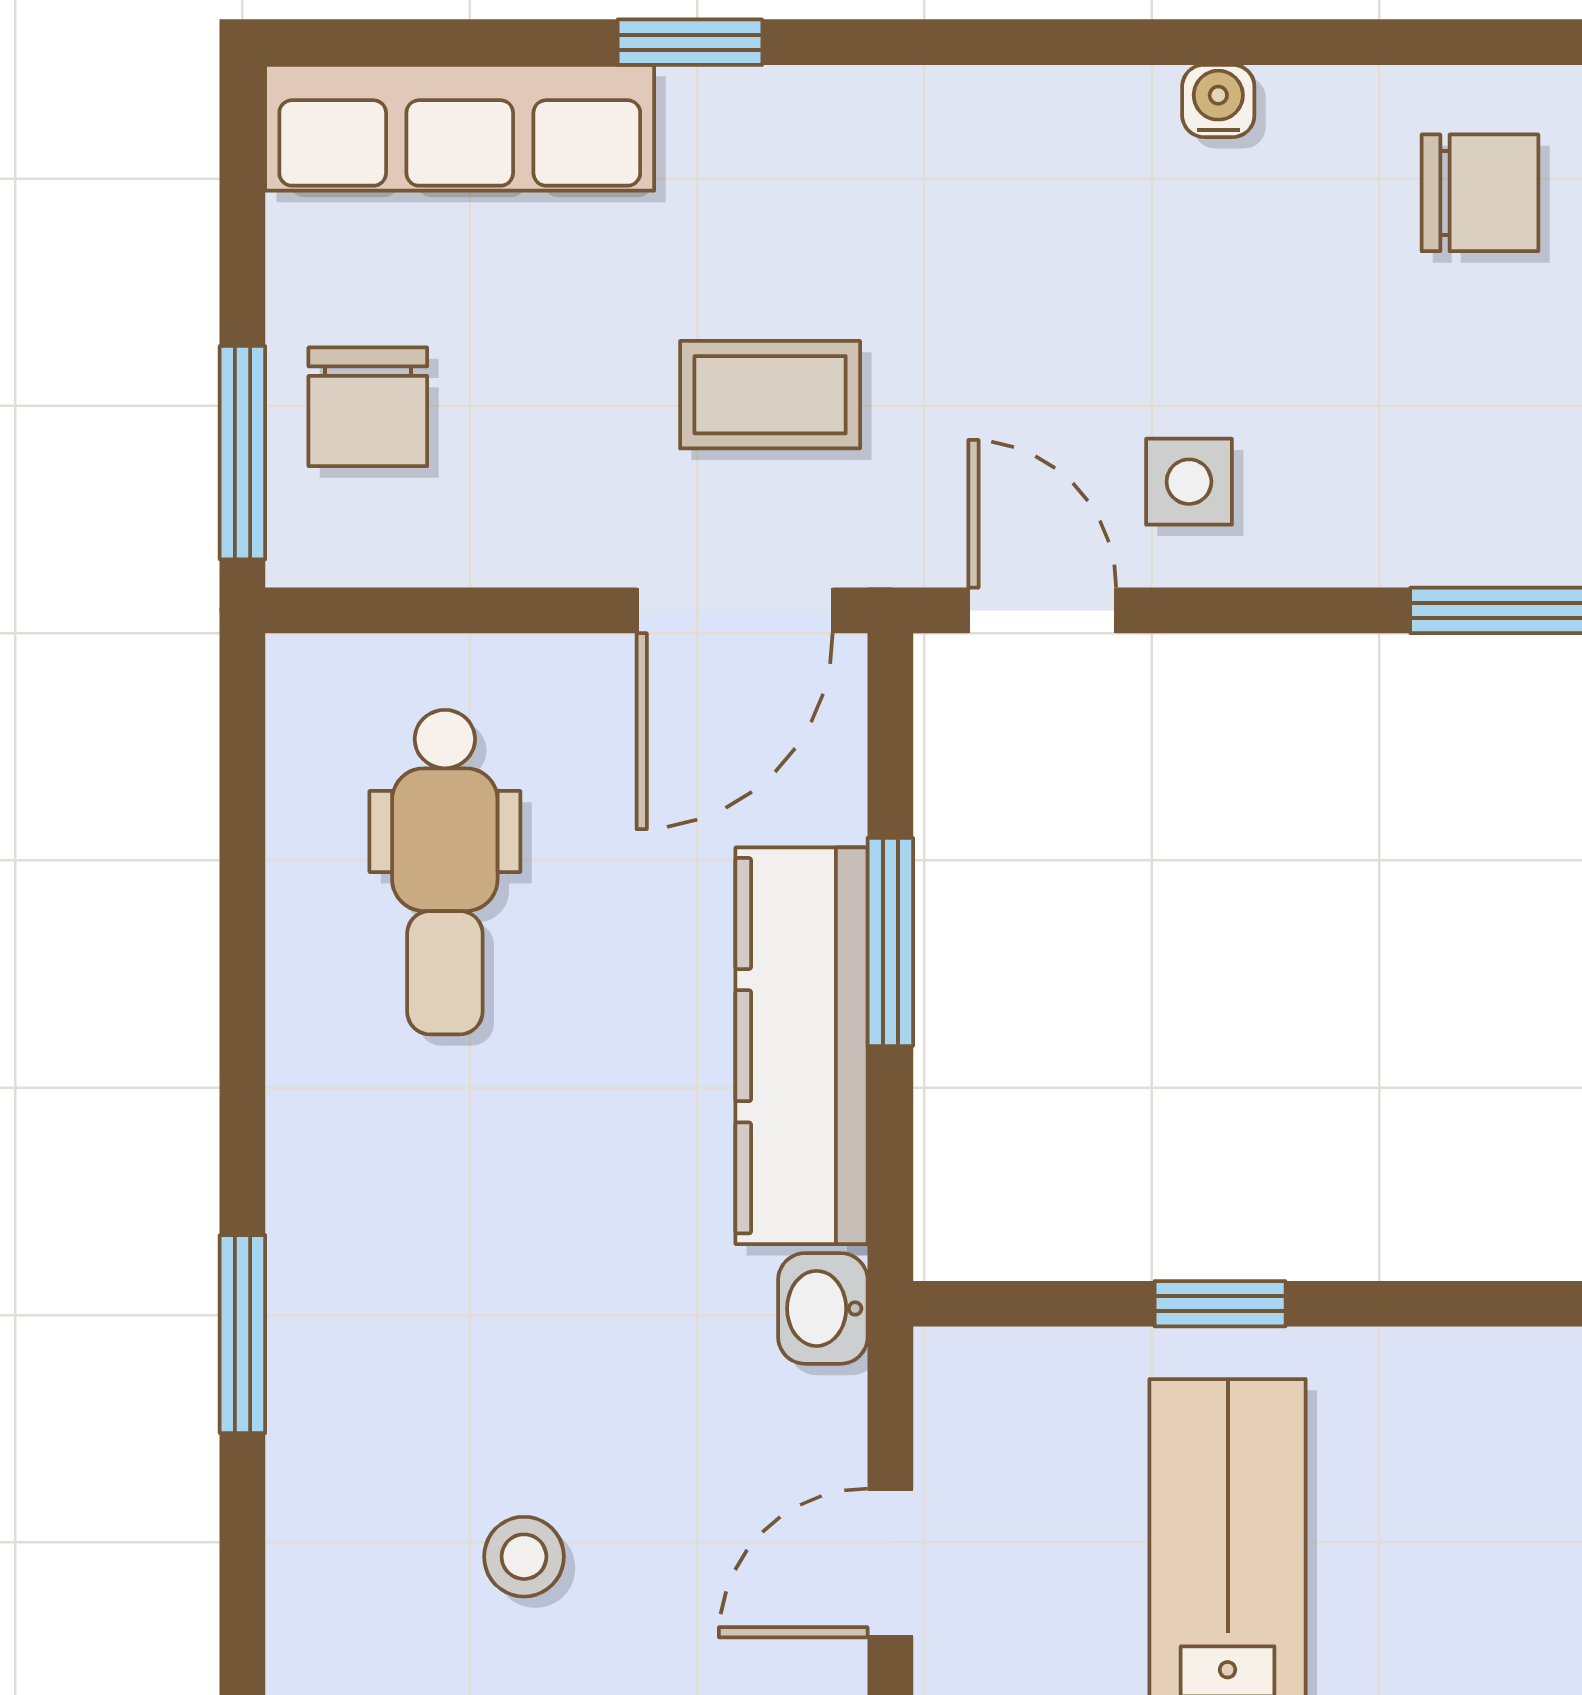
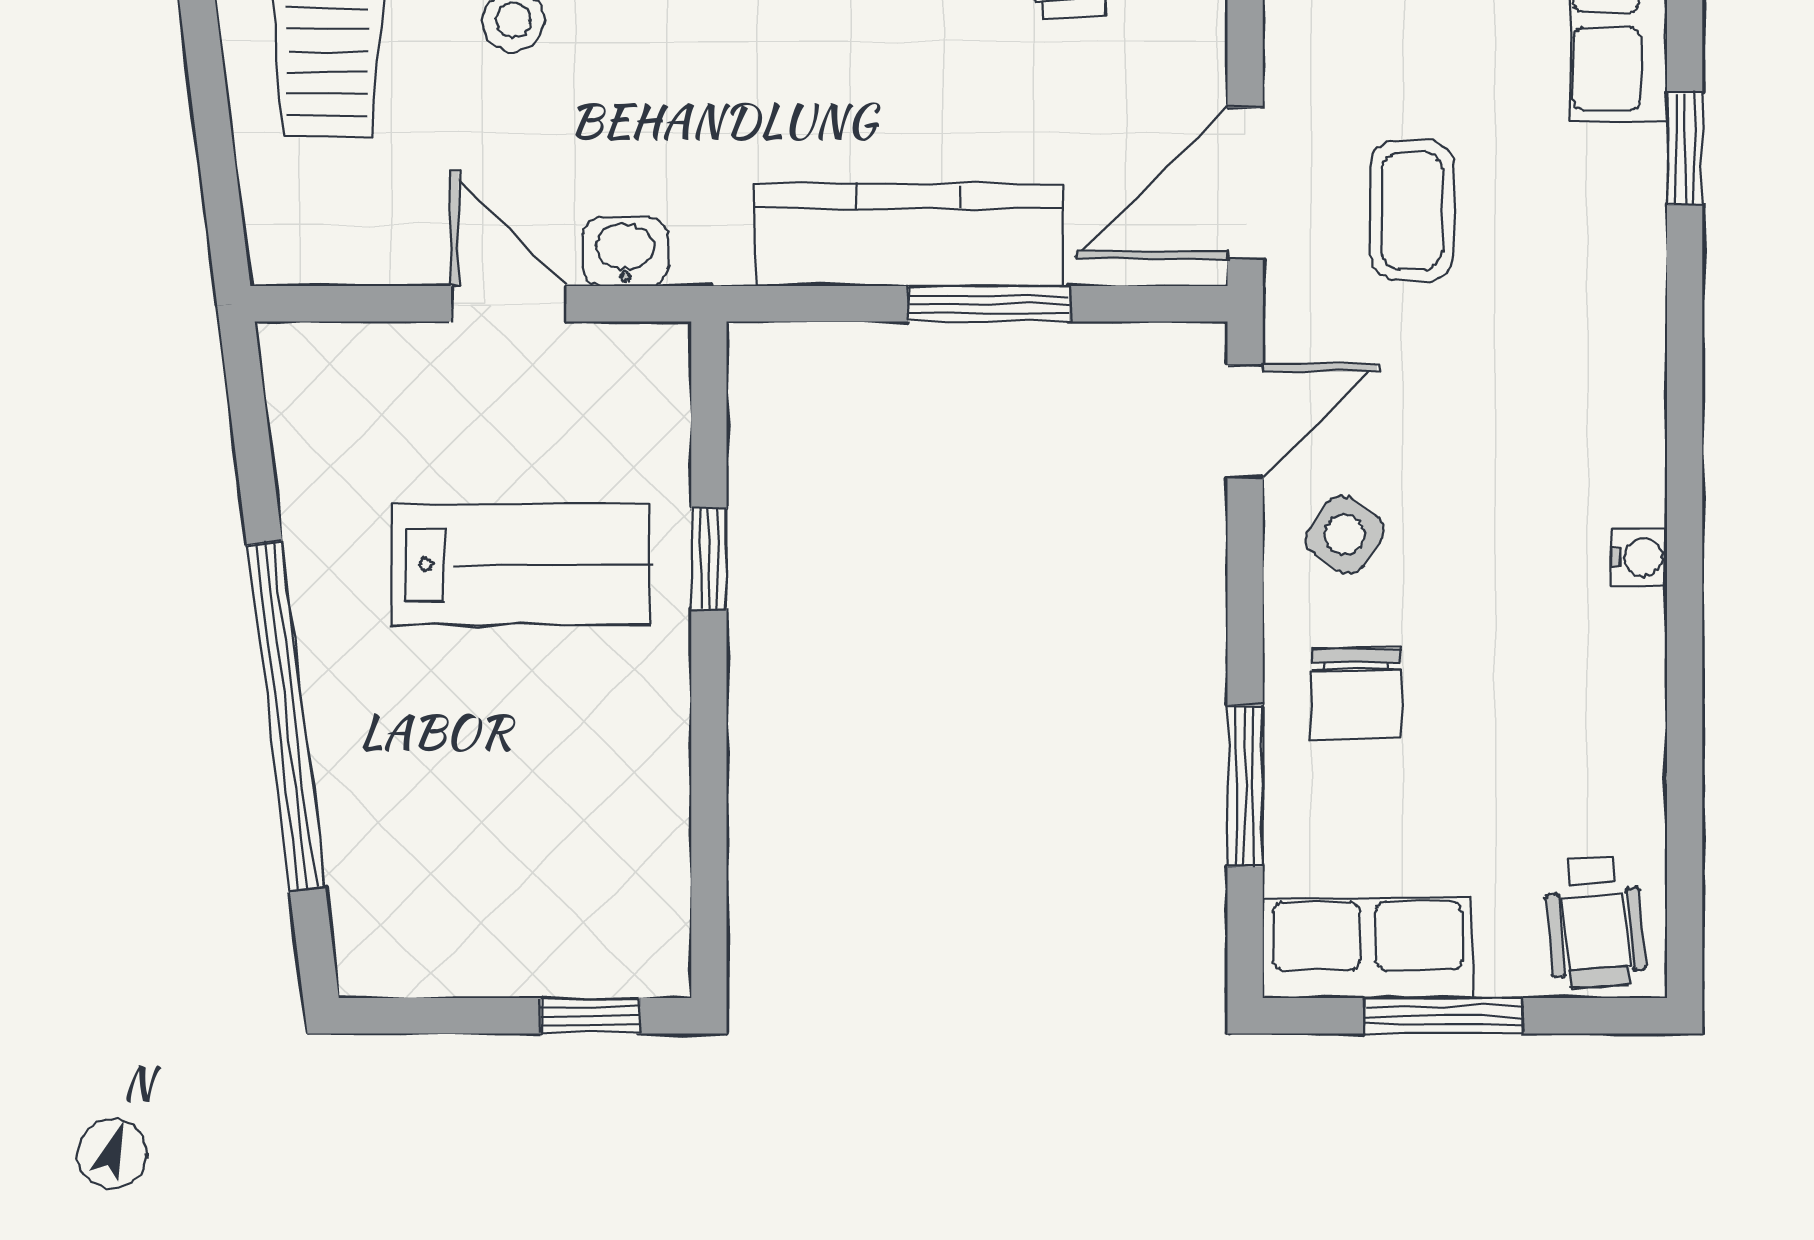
chair: (1480, 193) -> (1356, 693), moved
side table: (1189, 482) -> (1345, 535), turned 35
door: (735, 610) -> (1245, 183), hinge flipped
washbasin: (823, 1308) -> (625, 252), moved

